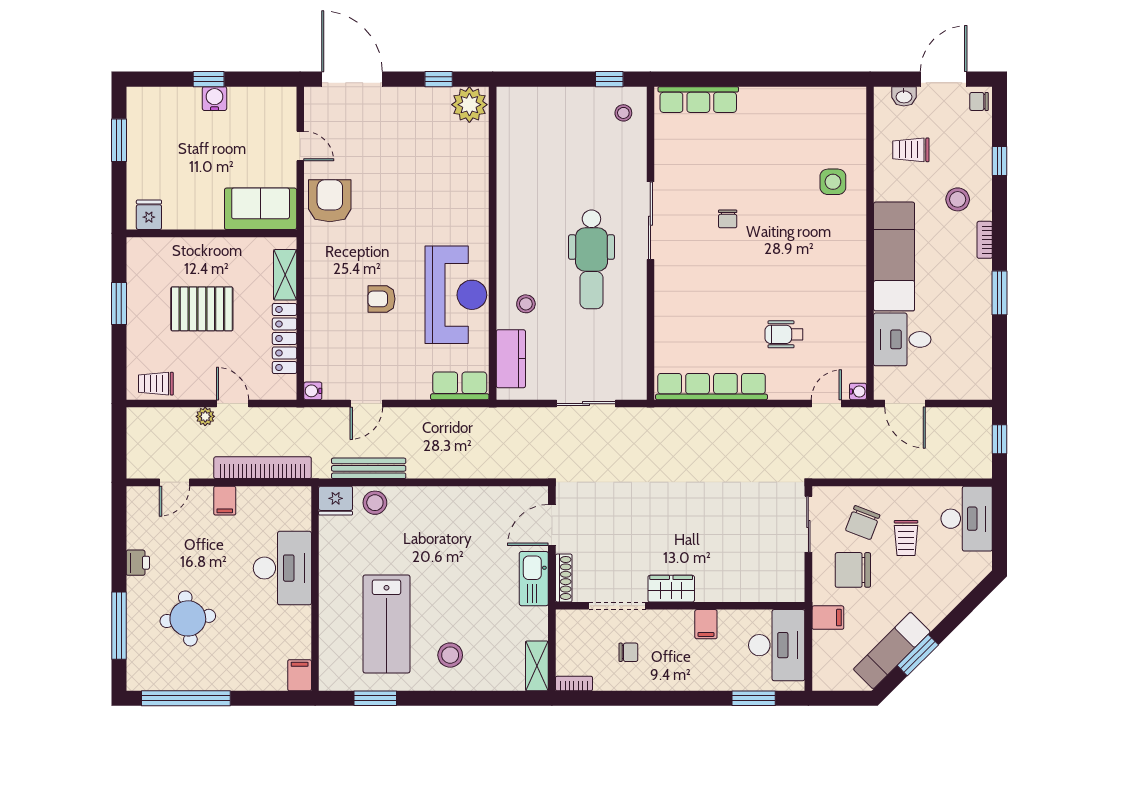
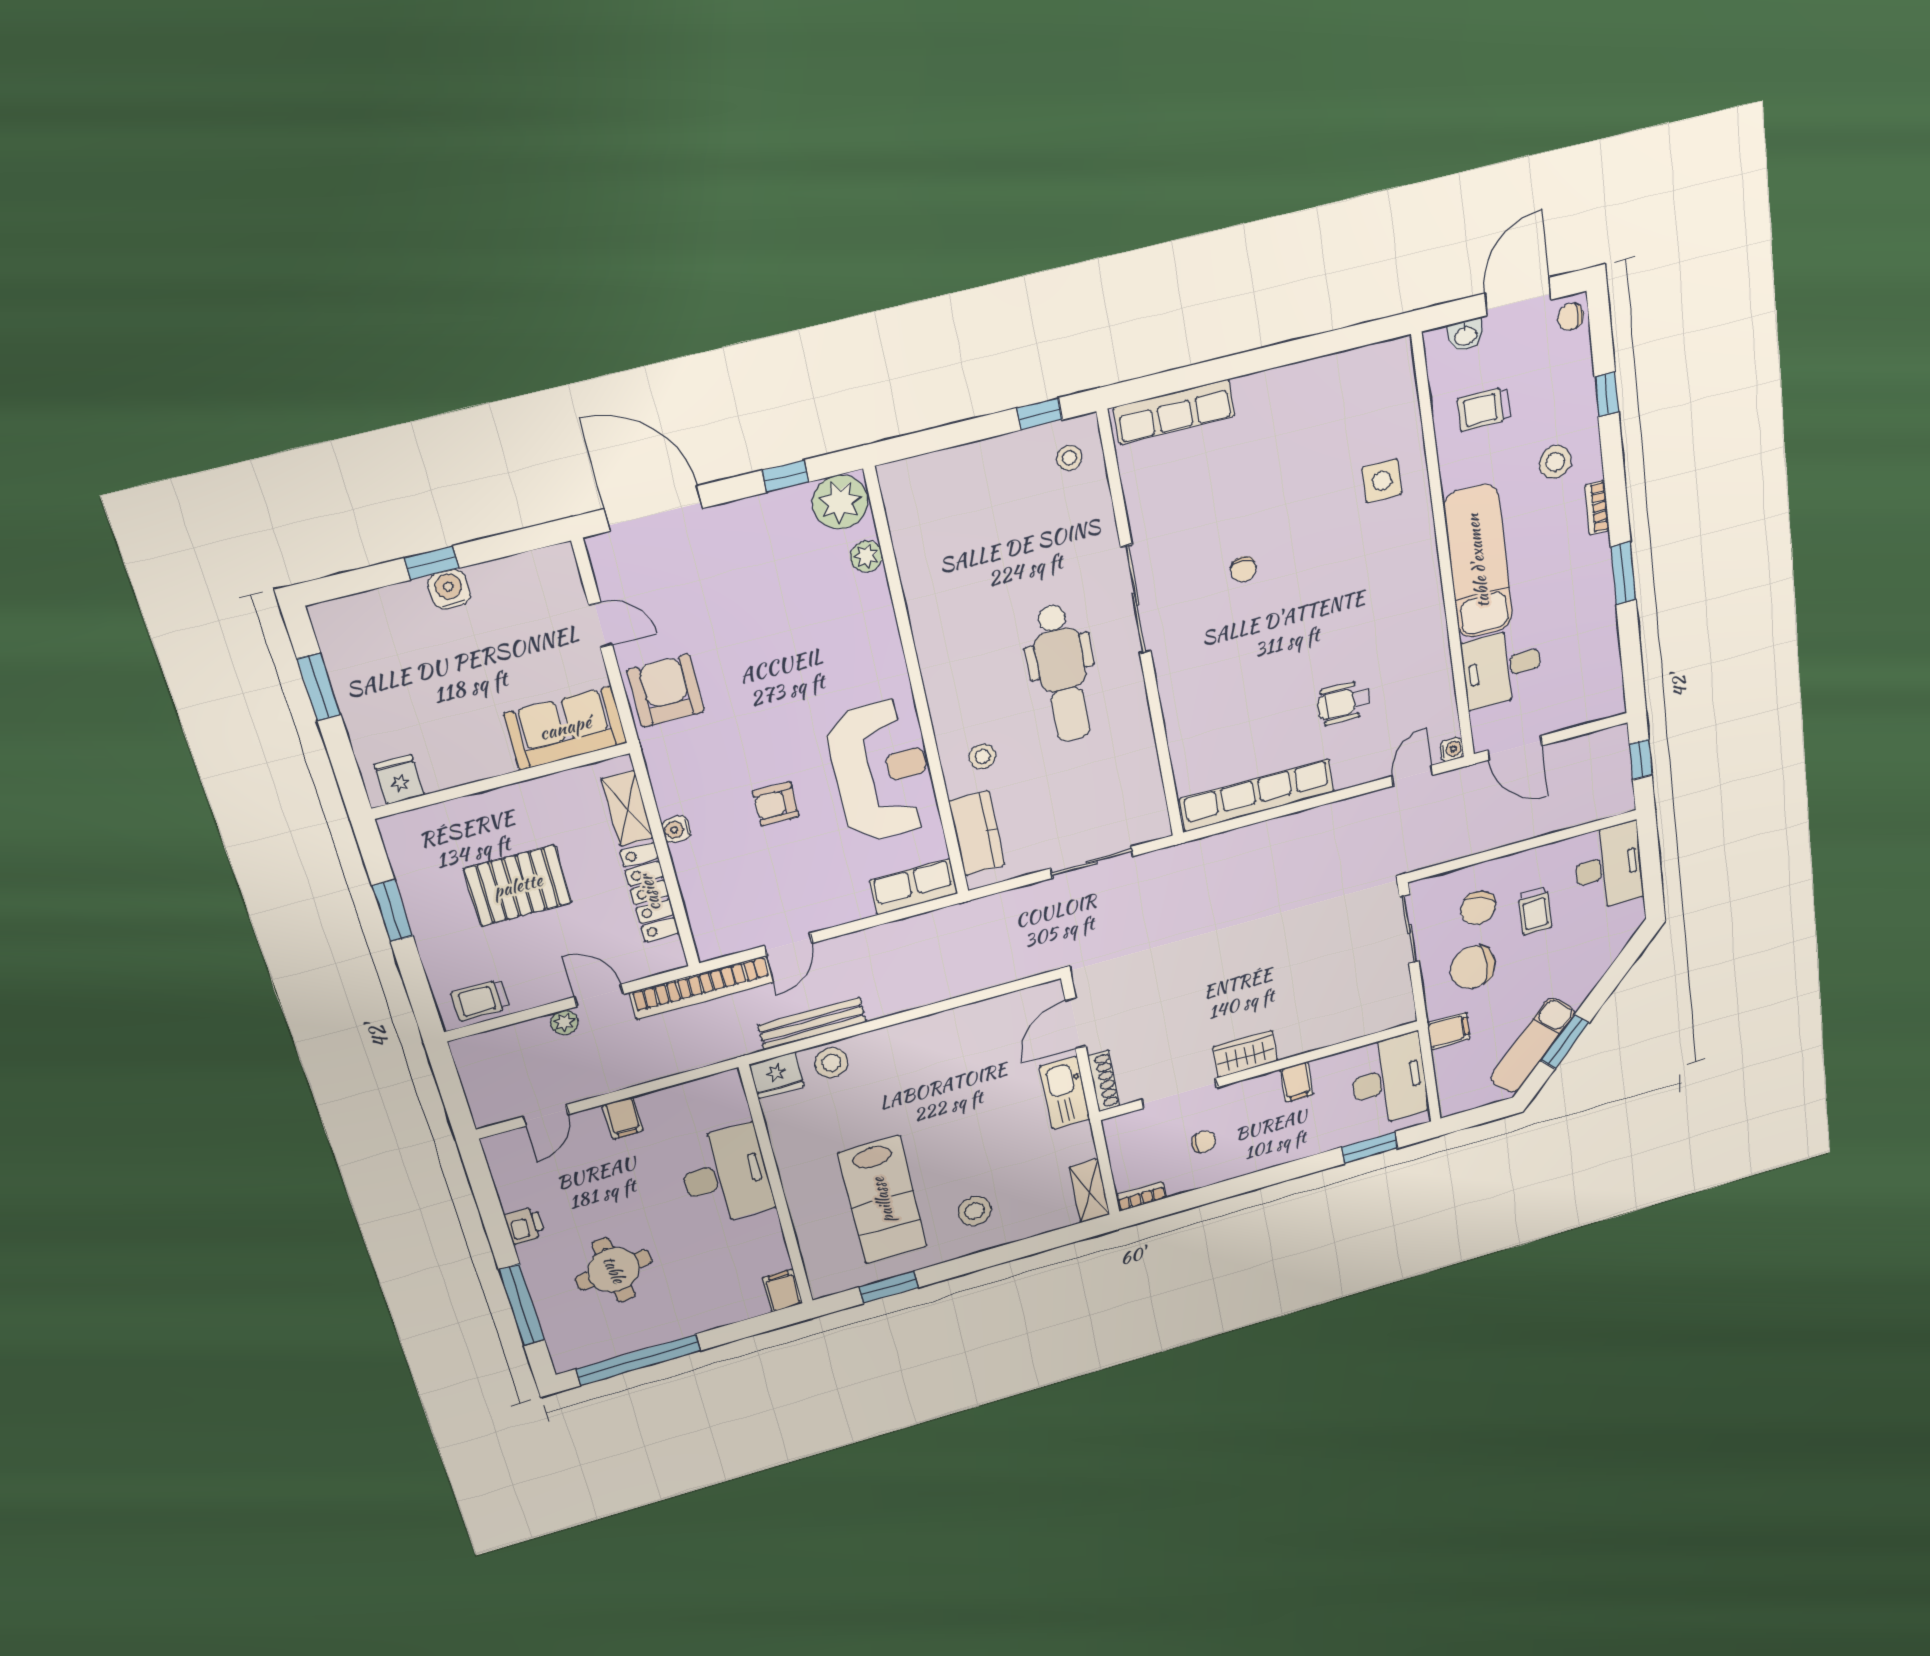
plant: (478, 145) -> (866, 556), added
water cooler: (313, 391) -> (676, 829), moved
bookcase: (263, 468) -> (702, 988), moved, turned 180

